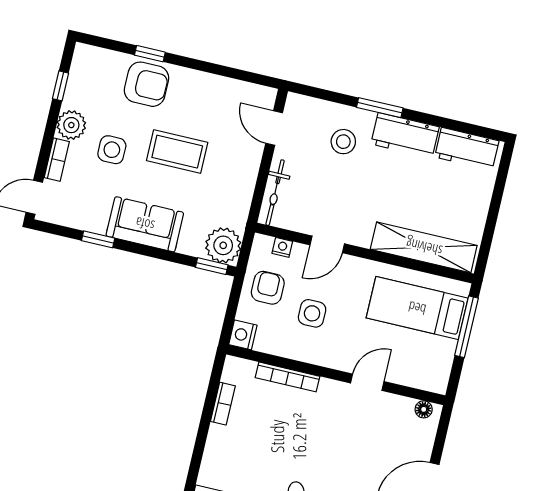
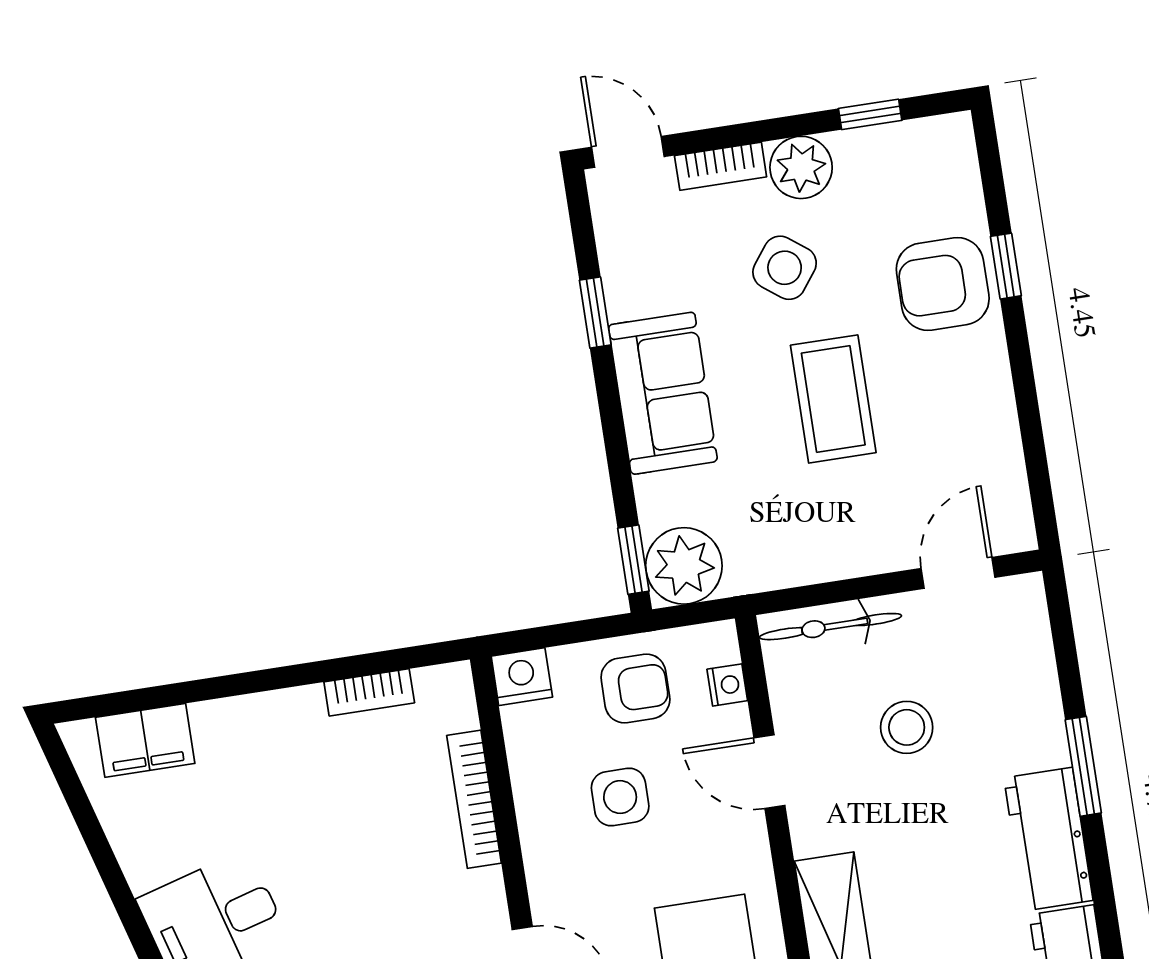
armchair: (147, 84) -> (943, 284), turned 90
stool: (343, 142) -> (907, 727), moved
side table: (112, 150) -> (785, 268), turned 37

